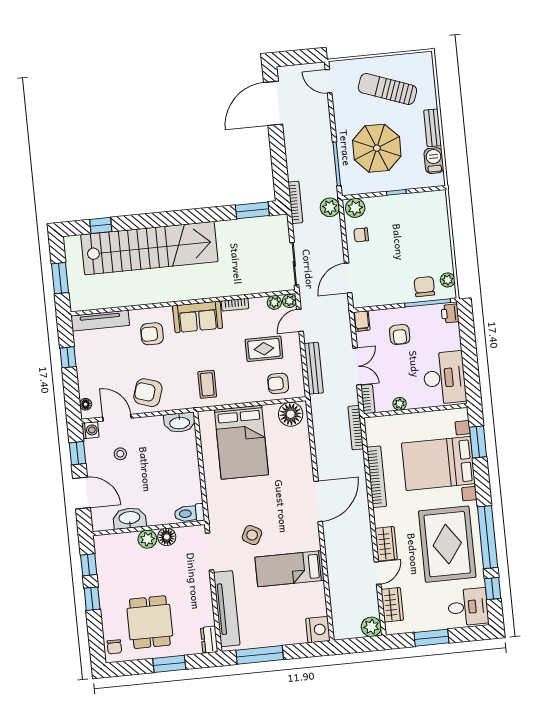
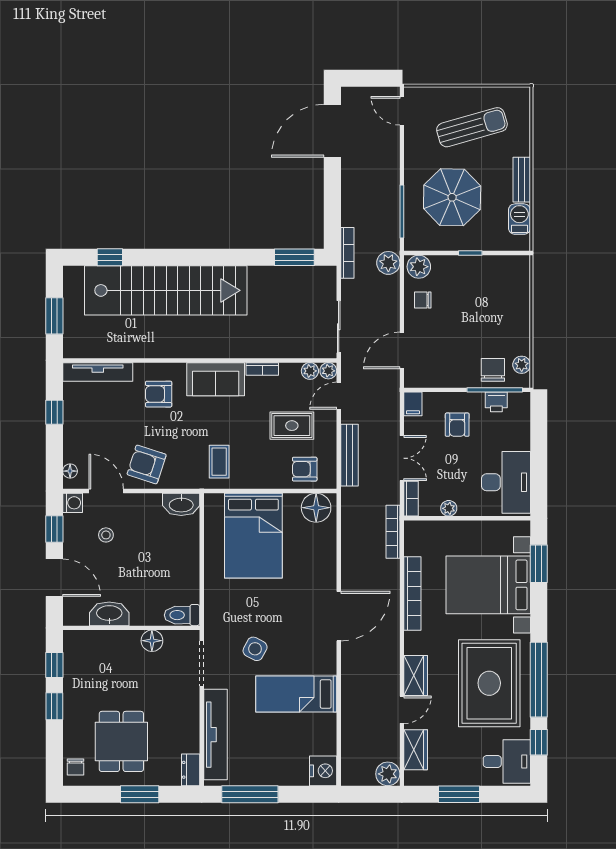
sun lounger: (387, 89) -> (472, 127), turned 144
printer: (450, 313) -> (496, 402), moved, turned -90
plant: (147, 539) -> (128, 641), removed

